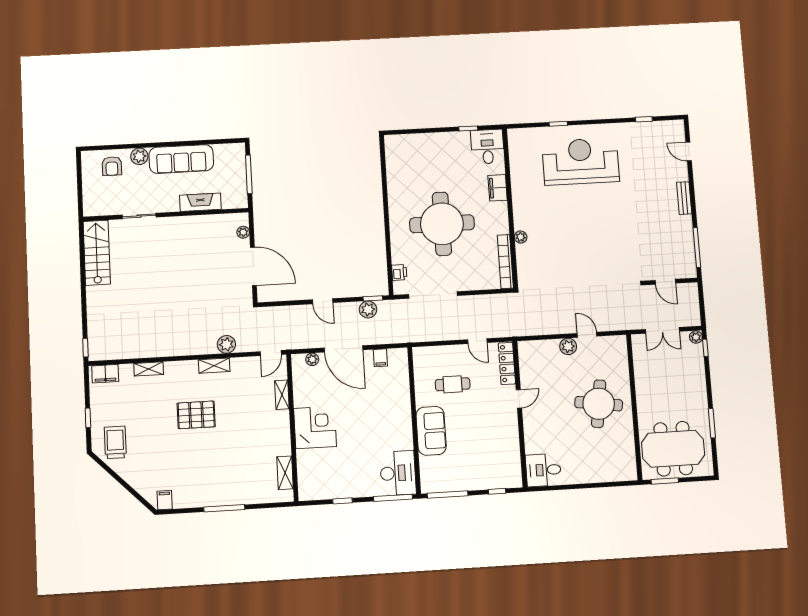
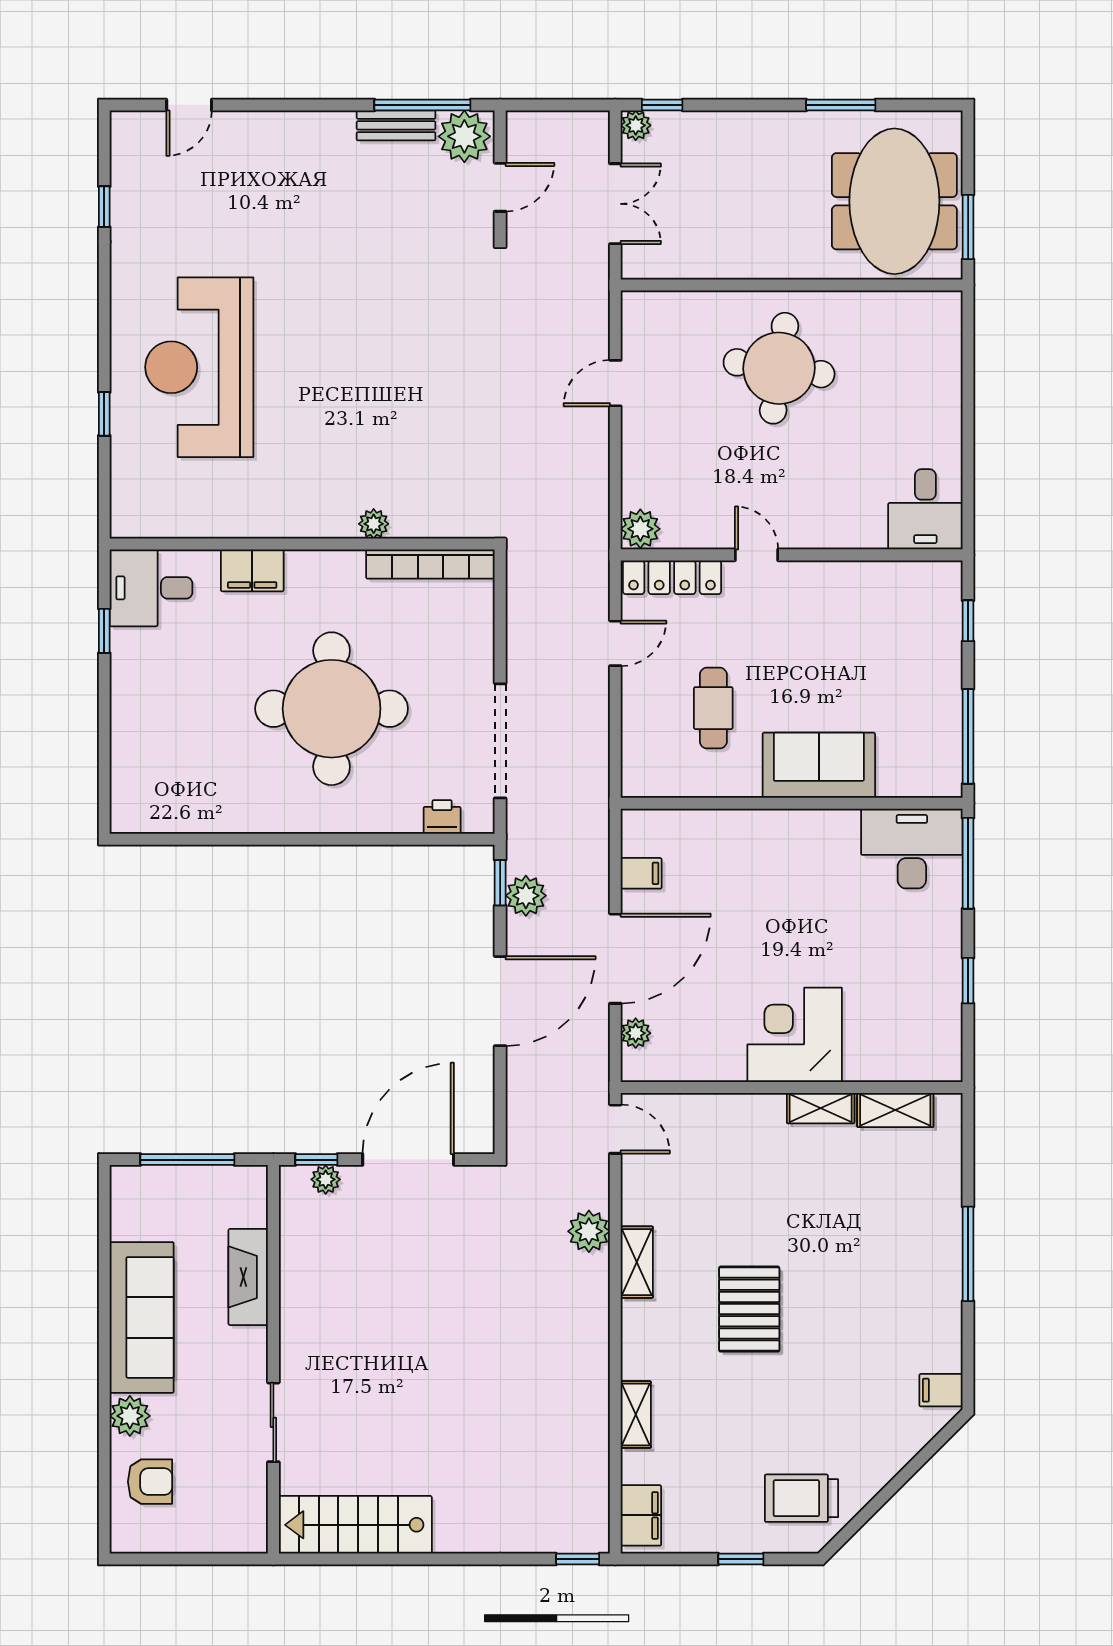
bench: (684, 198) -> (396, 125), moved
window: (251, 228) -> (316, 1160), added
plant: (685, 266) -> (464, 136), added
door: (323, 301) -> (500, 1001), width x1.87
plant: (568, 346) -> (640, 529), moved
shelving: (282, 395) -> (821, 1108), moved

